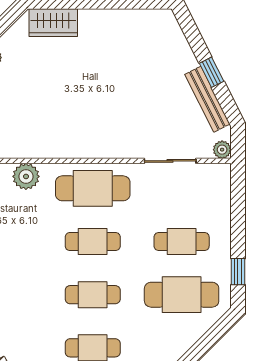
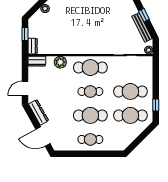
cafe table: (182, 242) -> (130, 91), width x1.37, depth x1.35
cafe table: (93, 295) -> (90, 115), width x1.37, depth x1.35

